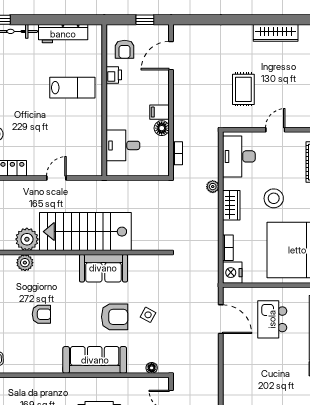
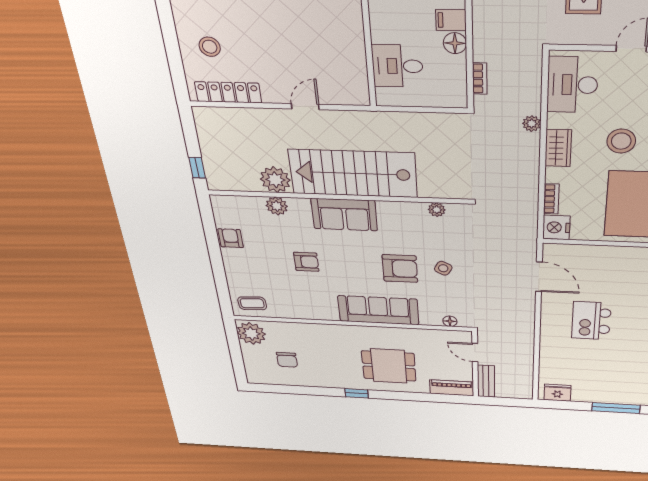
plant: (145, 261) -> (437, 210), added
sofa: (103, 268) -> (344, 215), moved
kitchen island: (272, 319) -> (591, 321), moved

